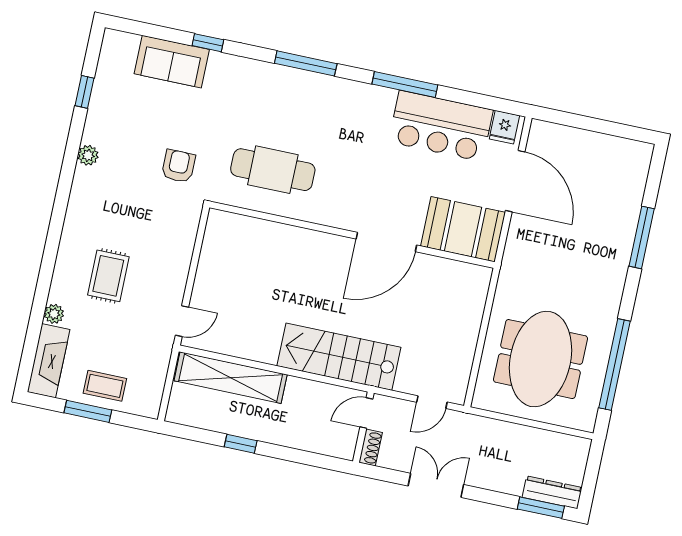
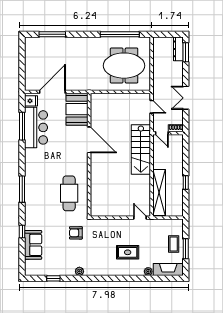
window: (405, 85) -> (22, 126), moved
window: (642, 237) -> (52, 34), moved

